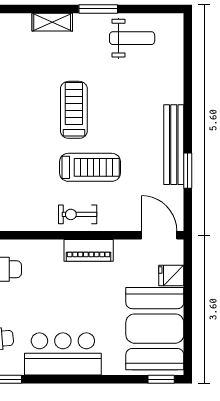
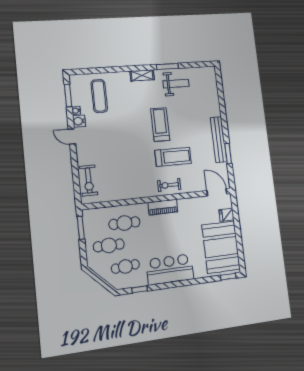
weight bench: (132, 38) -> (176, 84), moved
piano: (89, 250) -> (163, 207), moved

